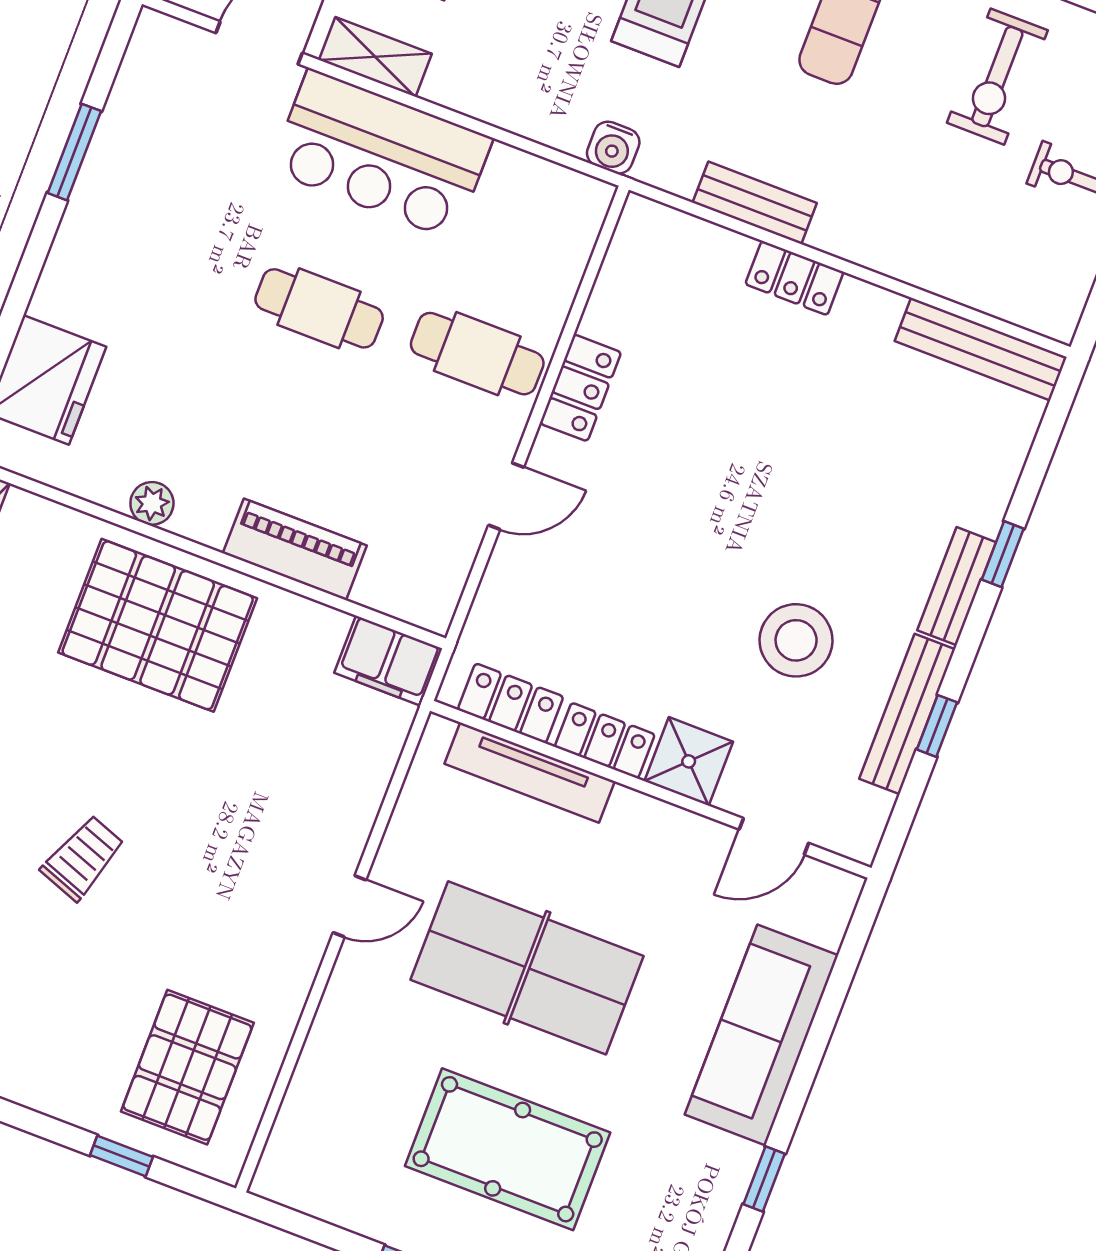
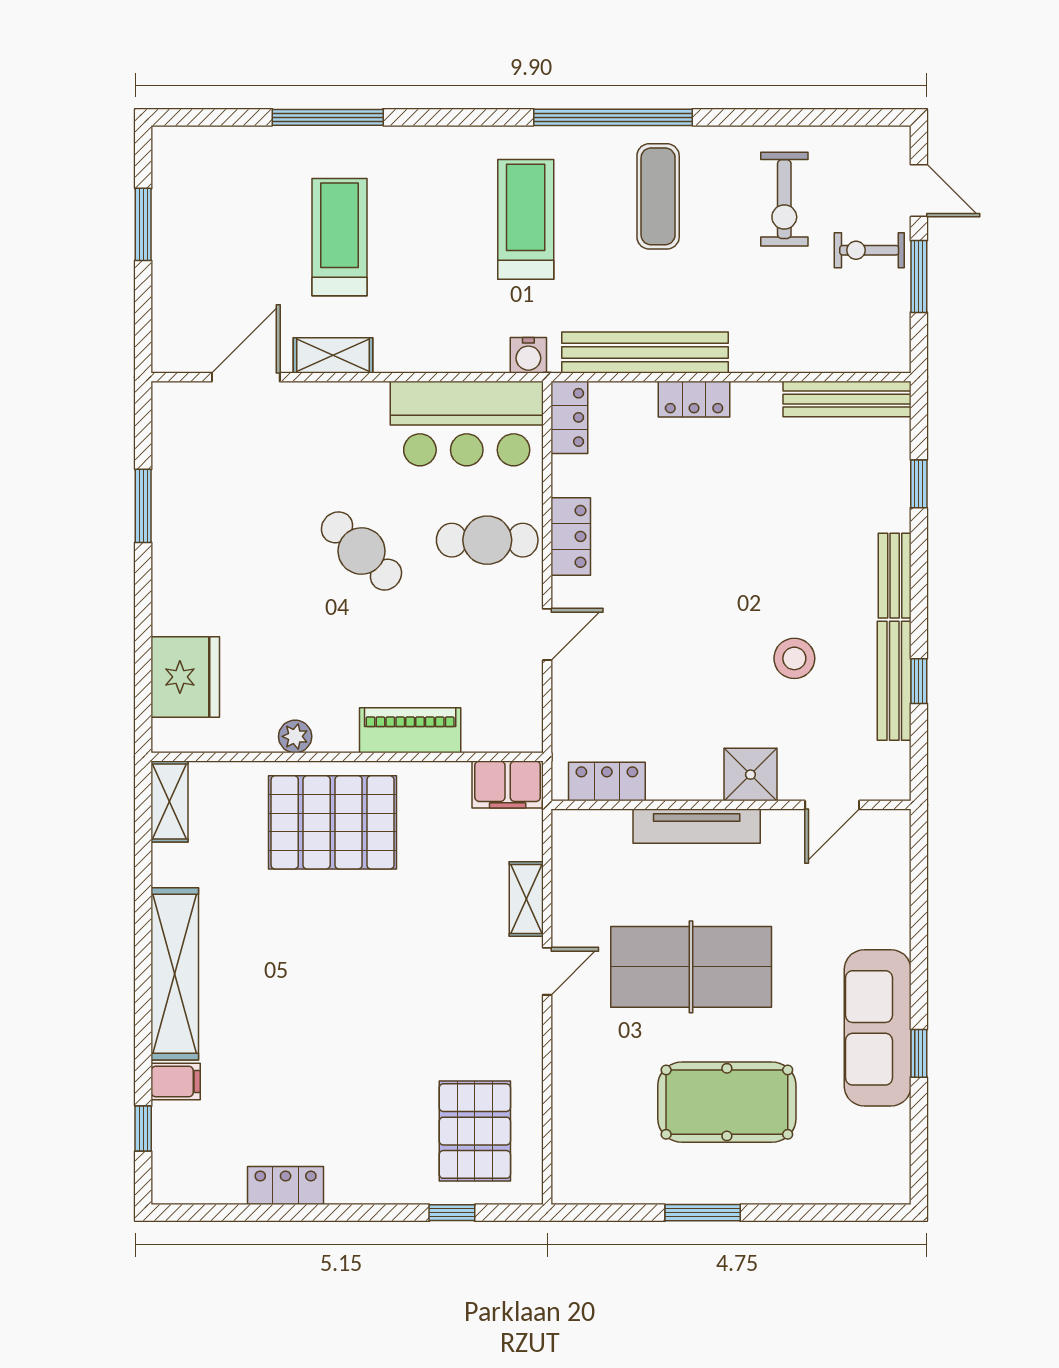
bar counter: (381, 154) -> (467, 424), moved
bench: (755, 203) -> (645, 352), width x1.86, depth x1.21
cafe table: (319, 308) -> (361, 551), turned 44
window: (1003, 554) -> (919, 484), moved
stool: (796, 640) -> (794, 658), width x0.73, depth x0.73
locker: (605, 741) -> (569, 417), moved, turned 90
tv unit: (530, 773) -> (697, 826), moved
shelving: (358, 809) -> (526, 899), added
trolley: (83, 858) -> (343, 1009), removed
sofa: (762, 1035) -> (878, 1028), moved

